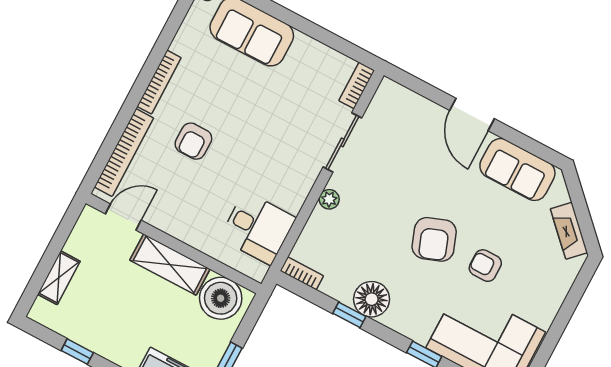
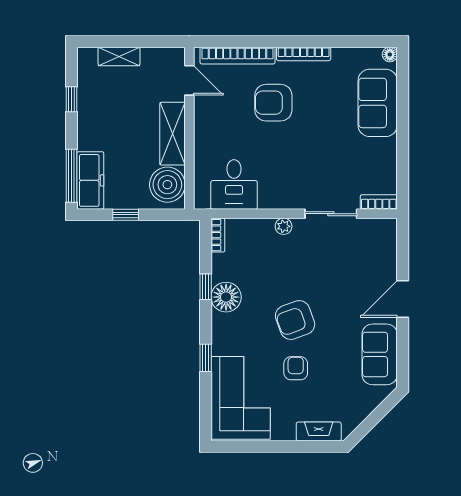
armchair: (193, 141) -> (273, 103), width x1.38, depth x1.38
fireplace: (569, 231) -> (319, 431), moved, turned 45

